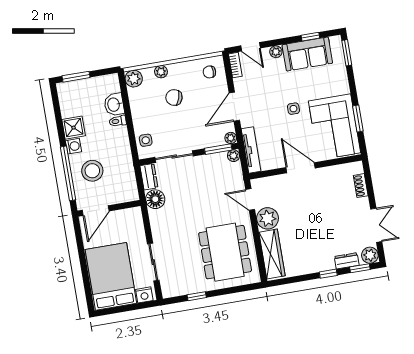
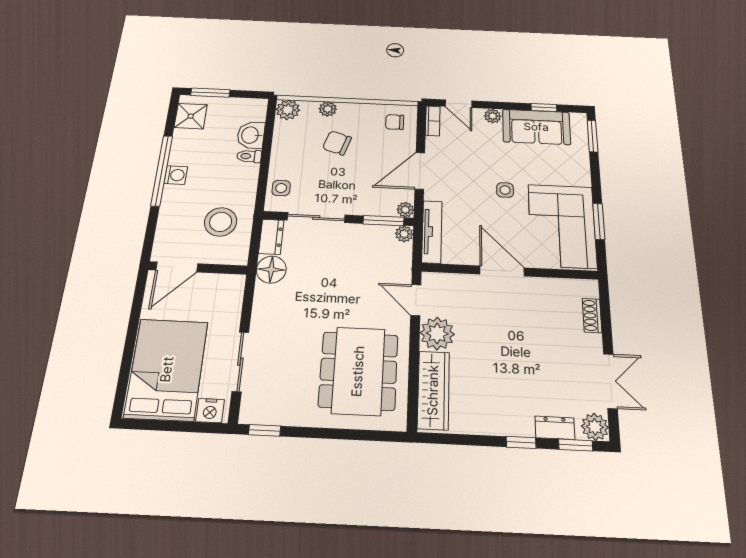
shower: (74, 128) -> (191, 116), moved
stool: (92, 171) -> (221, 222), moved
window: (68, 173) -> (162, 170), moved
window: (197, 296) -> (265, 430), moved

